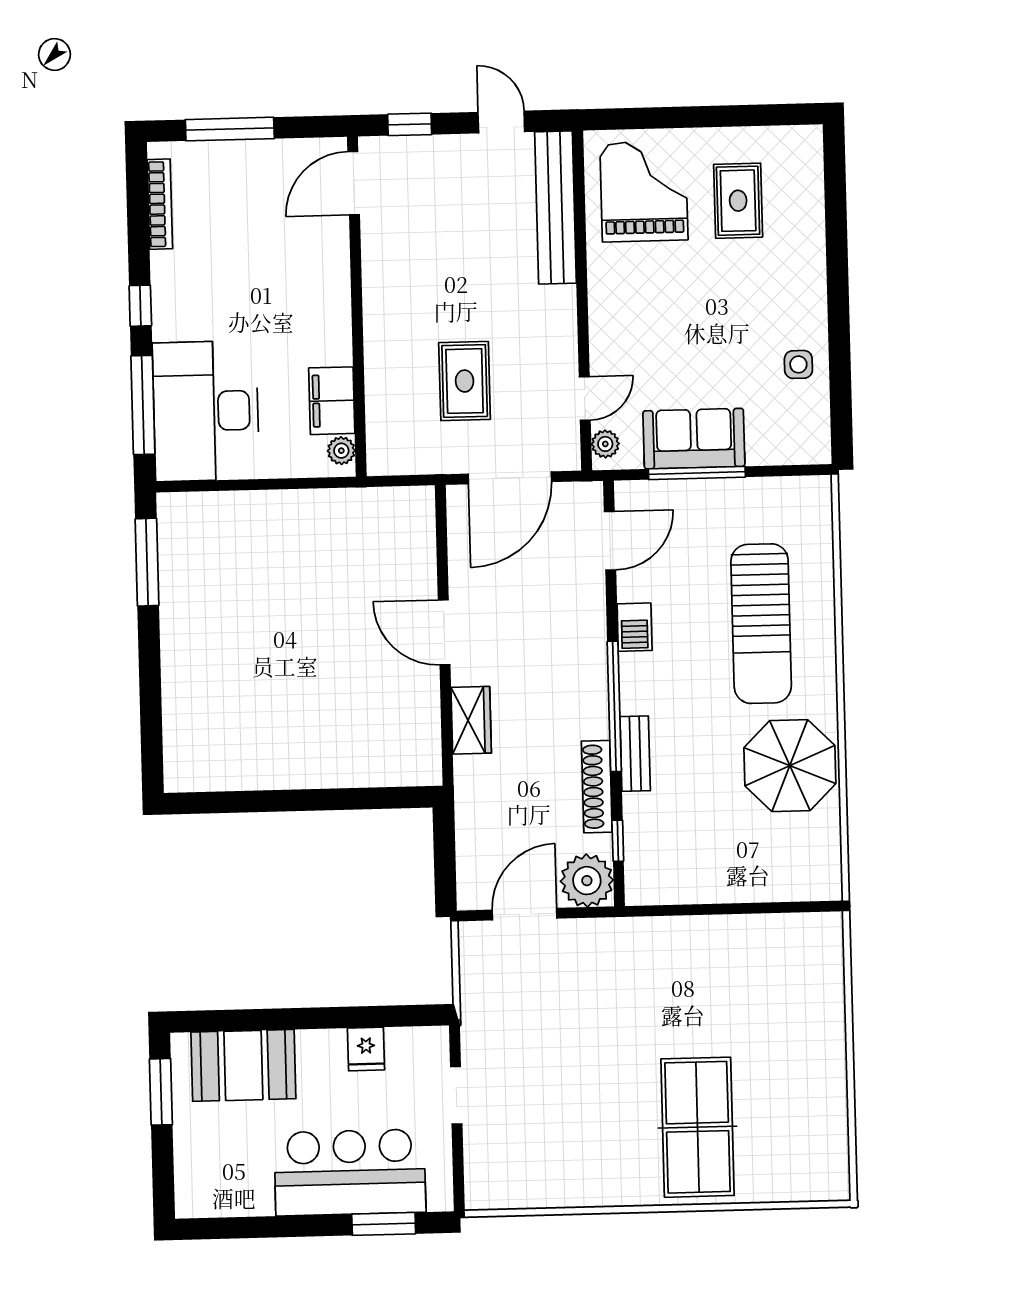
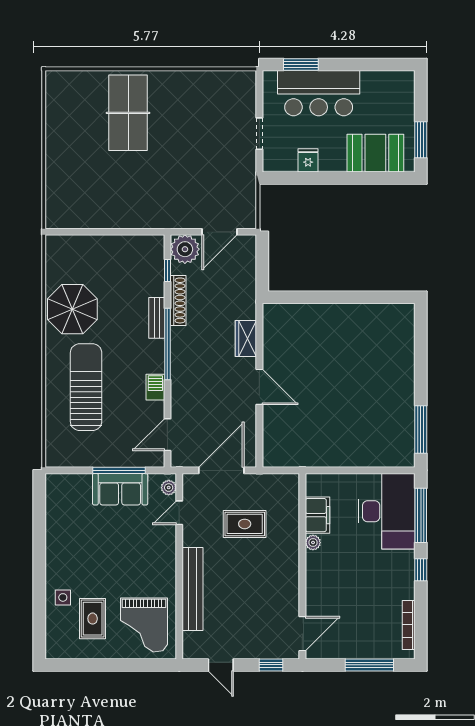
bench: (555, 207) -> (192, 589), moved
side table: (798, 364) -> (63, 597), moved
rug: (465, 381) -> (245, 524), turned 90
plant: (341, 451) -> (313, 543), moved

